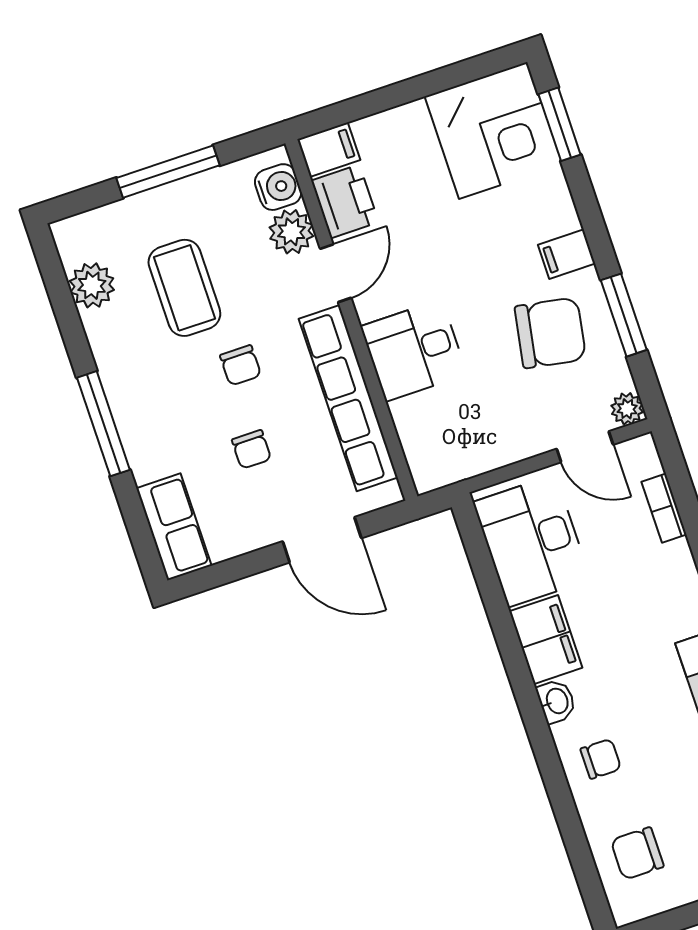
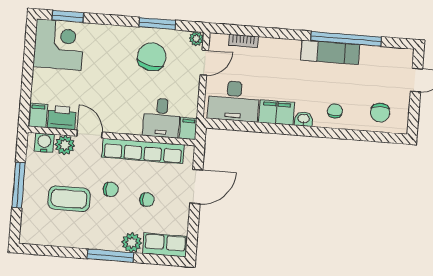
filing cabinet: (567, 254) -> (188, 128), moved, turned 180
plant: (92, 285) -> (132, 243), moved
desk: (414, 350) -> (162, 118), moved

